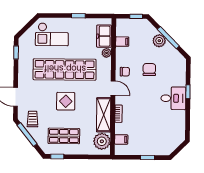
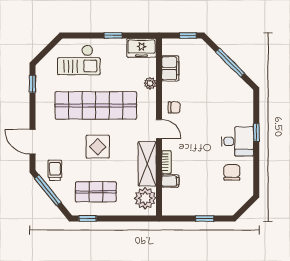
freezer: (104, 36) -> (142, 48), moved, turned -90
plant: (159, 41) -> (218, 67), removed
filing cabinet: (122, 42) -> (170, 68), width x2.00
chair: (149, 70) -> (232, 172), moved
filing cabinet: (121, 139) -> (170, 181), moved

